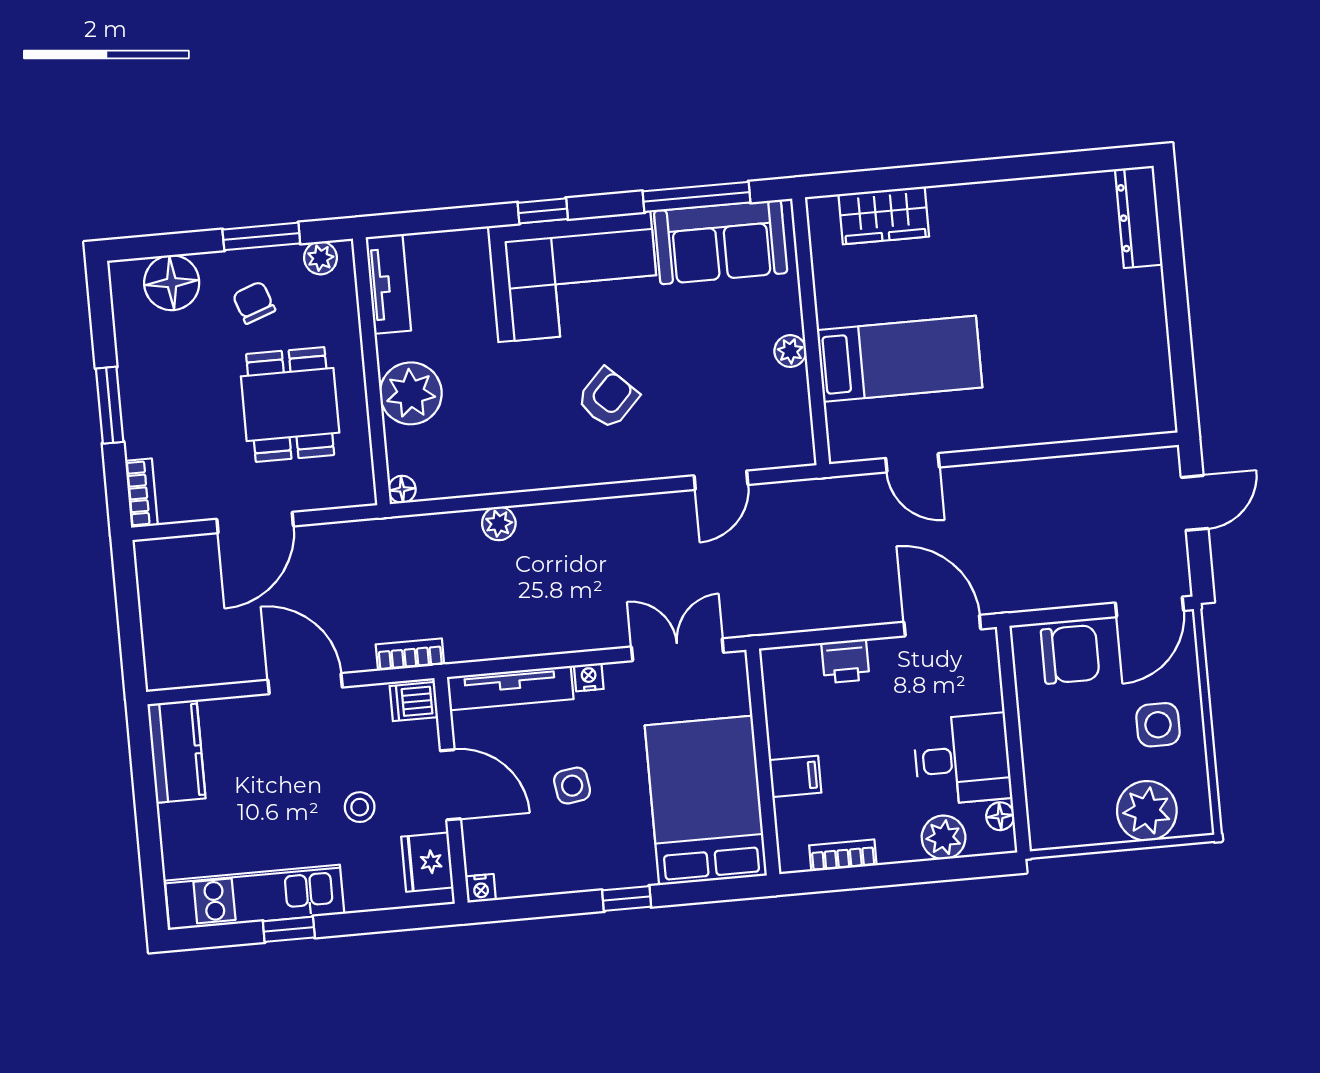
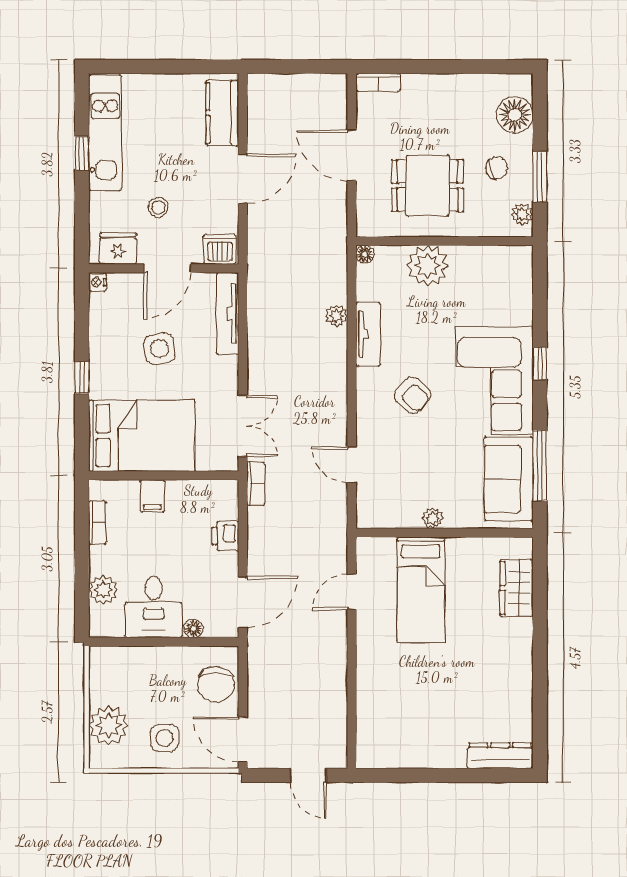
tv unit: (388, 284) -> (368, 334), moved, turned -90
window: (110, 405) -> (438, 67), removed
bookcase: (410, 655) -> (256, 484), moved
nightstand: (589, 677) -> (230, 366), removed
dishwasher: (414, 702) -> (220, 249), width x1.38
kitchen counter: (176, 751) -> (222, 113), moved, turned 90
side table: (572, 786) -> (160, 348), width x1.37, depth x1.37
floor lamp: (1000, 816) -> (193, 629), moved

